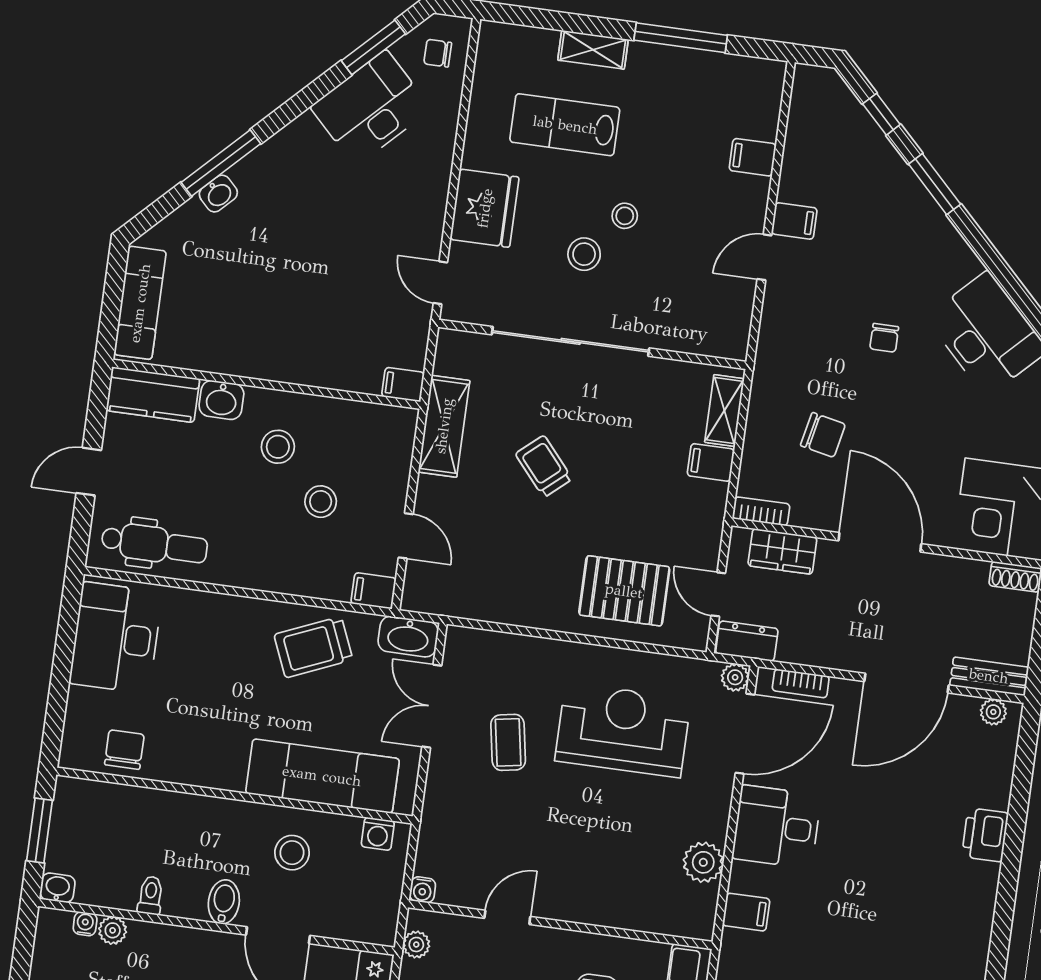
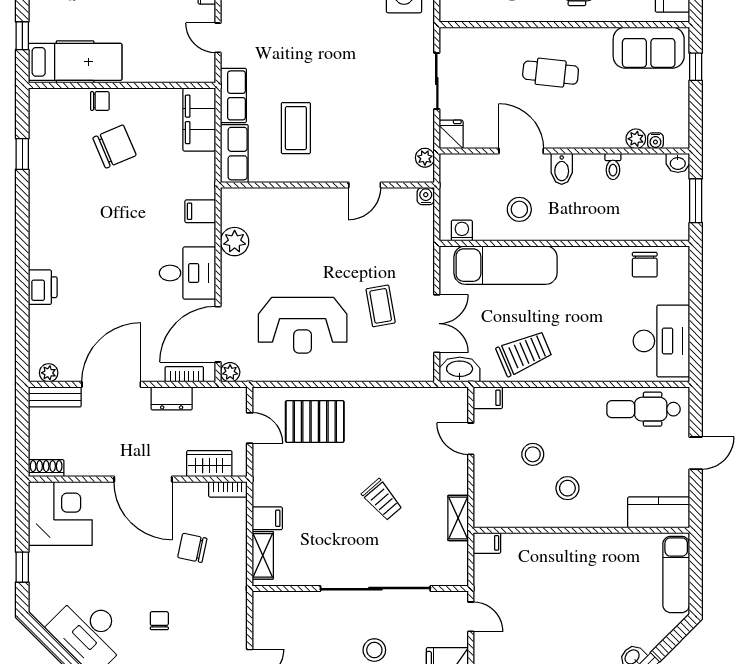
washbasin: (221, 400) -> (611, 515), removed
shelving: (444, 426) -> (458, 518), width x0.67, depth x0.75
dresser: (747, 641) -> (172, 398), moved

